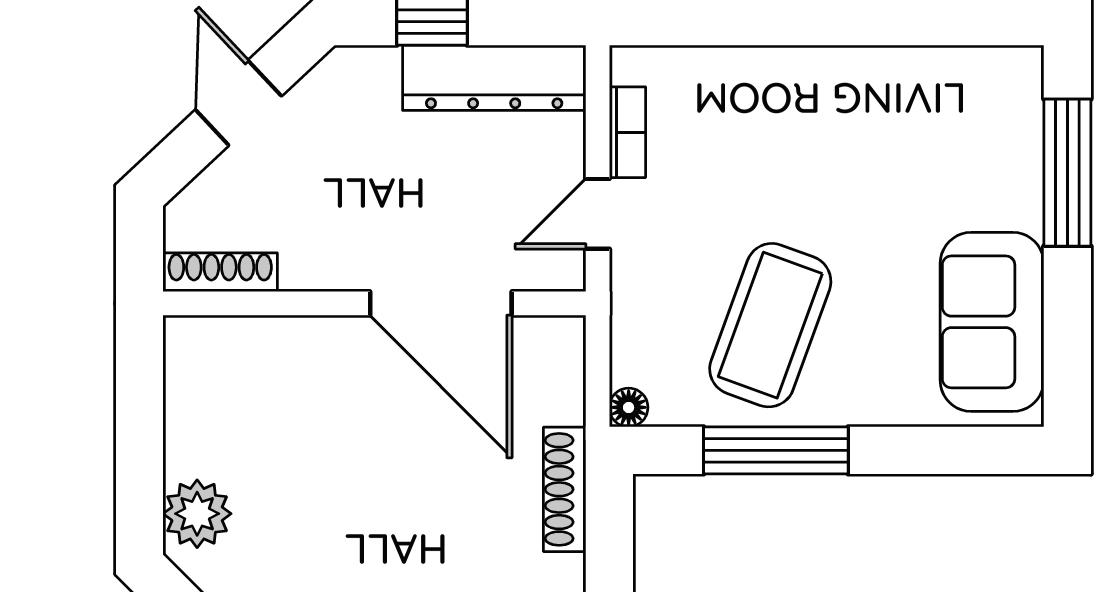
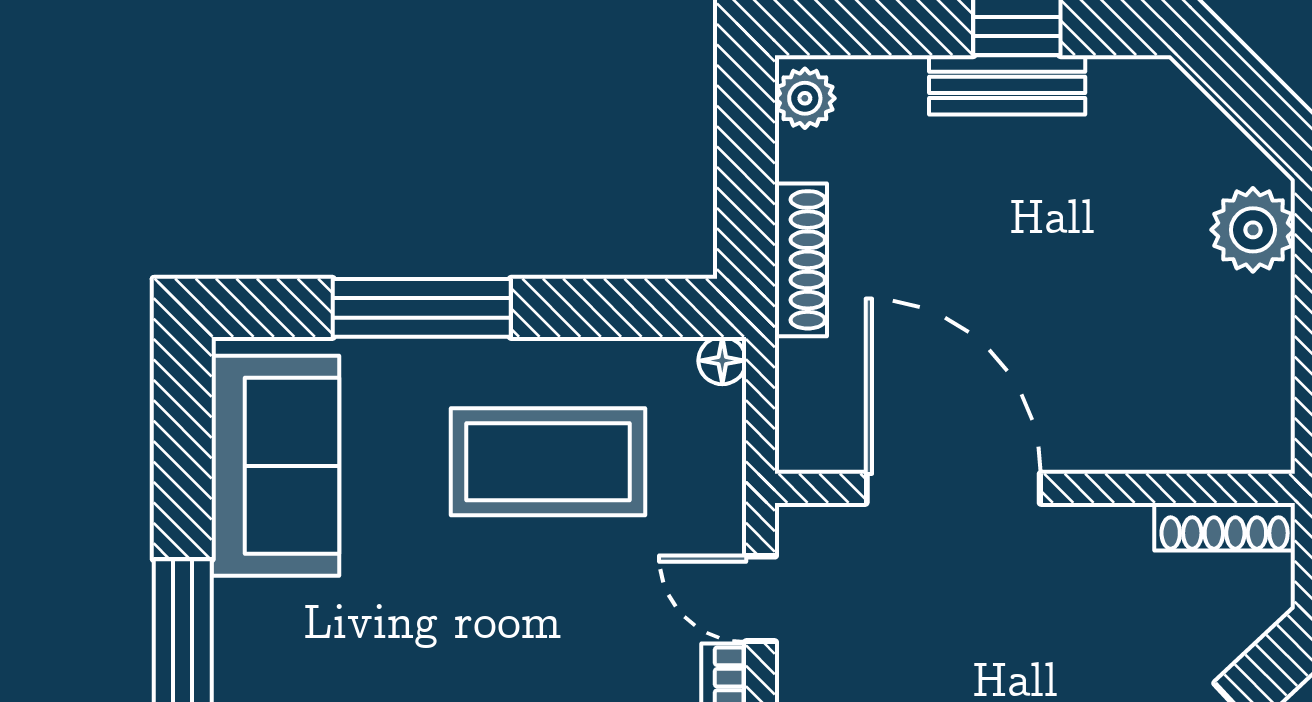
door: (598, 214) -> (760, 599), swing flipped
coffee table: (770, 325) -> (548, 462), turned 70
window: (776, 450) -> (422, 308), moved

